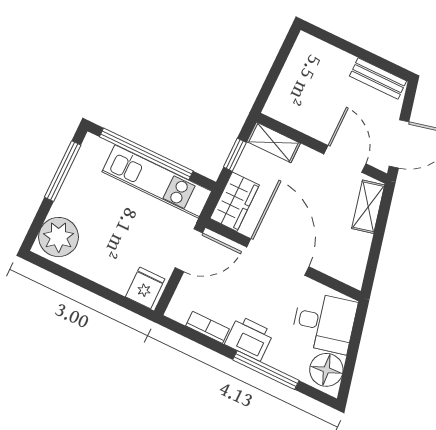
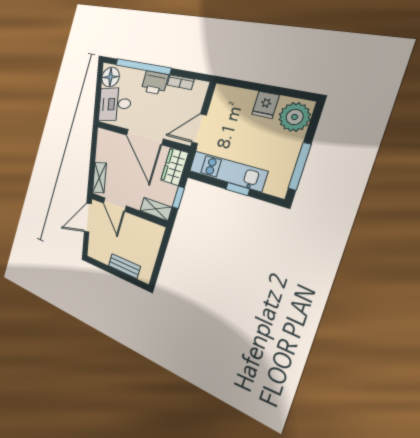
bench: (378, 79) -> (124, 266), moved
window: (146, 154) -> (238, 189), width x0.32
fridge: (145, 288) -> (266, 105), moved
window: (266, 370) -> (143, 66), width x1.46

